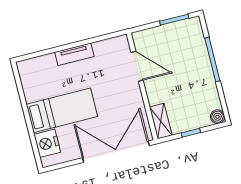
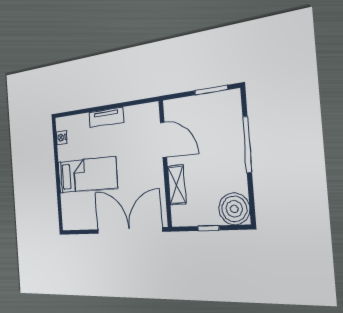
boiler: (218, 117) -> (234, 209), width x1.86, depth x1.86
shelving: (161, 121) -> (177, 185), moved
nightstand: (47, 143) -> (62, 138), moved, width x0.53, depth x0.56

